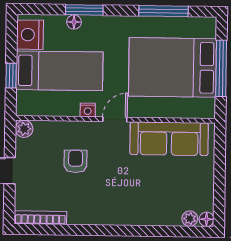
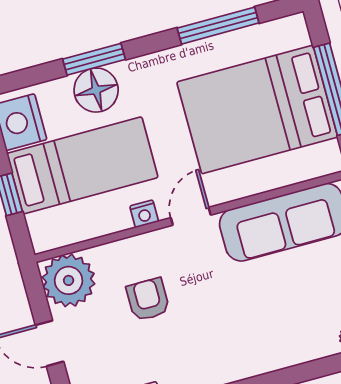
floor lamp: (74, 22) -> (96, 90), width x1.89, depth x1.89
plant: (24, 129) -> (69, 280), width x1.88, depth x1.88

